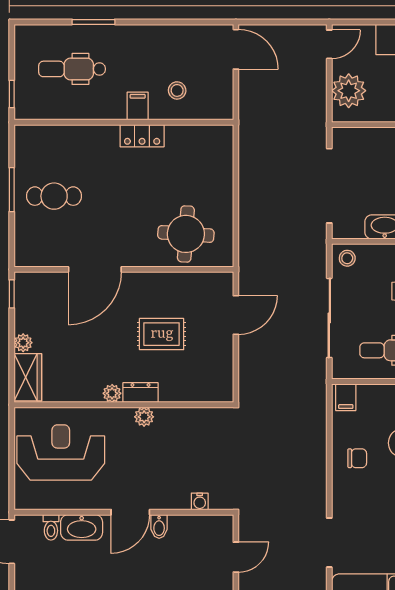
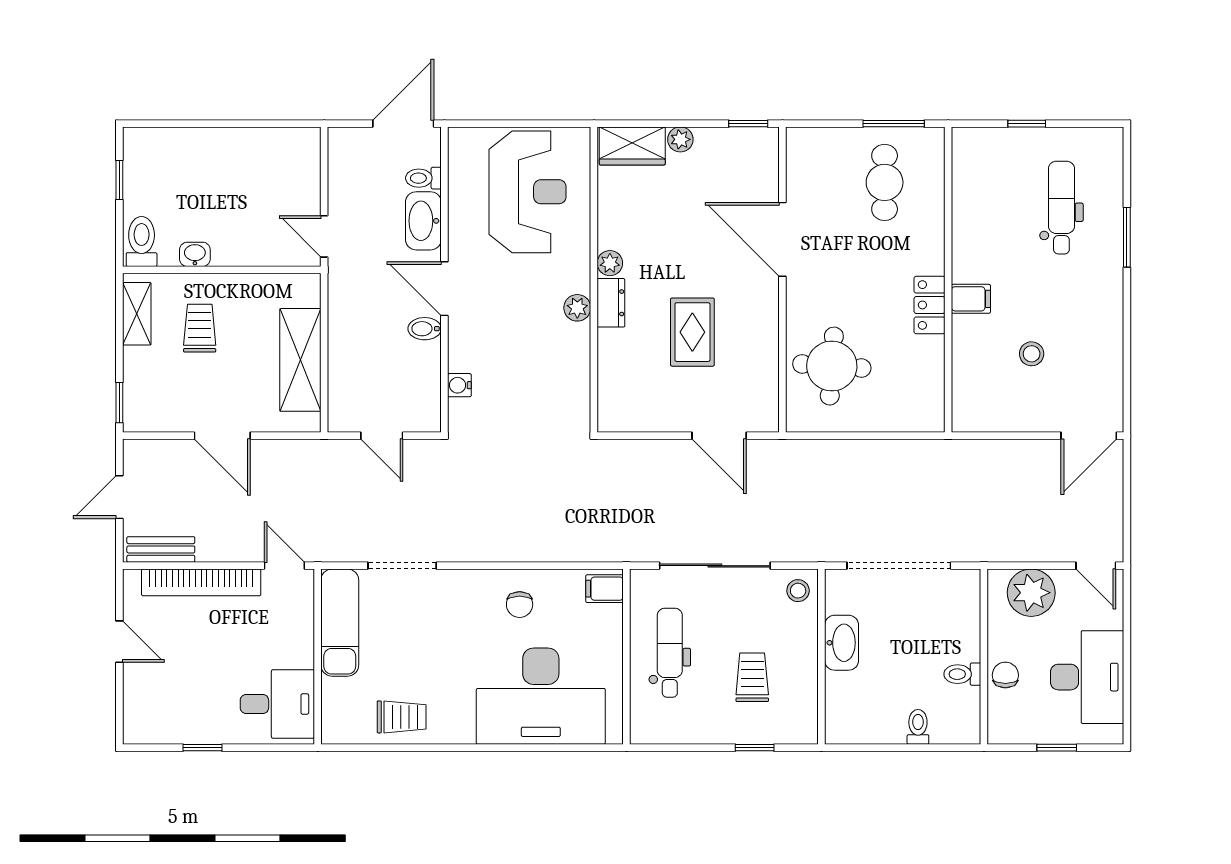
filing cabinet: (138, 106) -> (971, 299), moved
wall: (124, 122) -> (948, 280), moved
locker: (142, 136) -> (930, 305), moved

